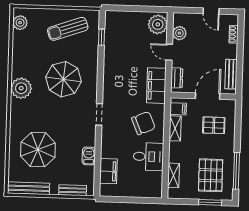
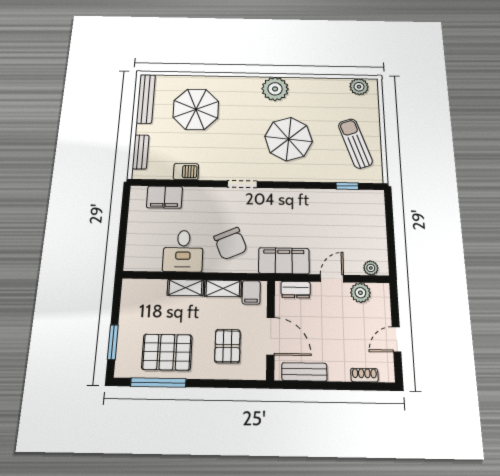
plant: (158, 24) -> (371, 268), width x0.53, depth x0.53
shelving: (174, 175) -> (185, 288), moved
pallet: (211, 175) -> (167, 352), moved

